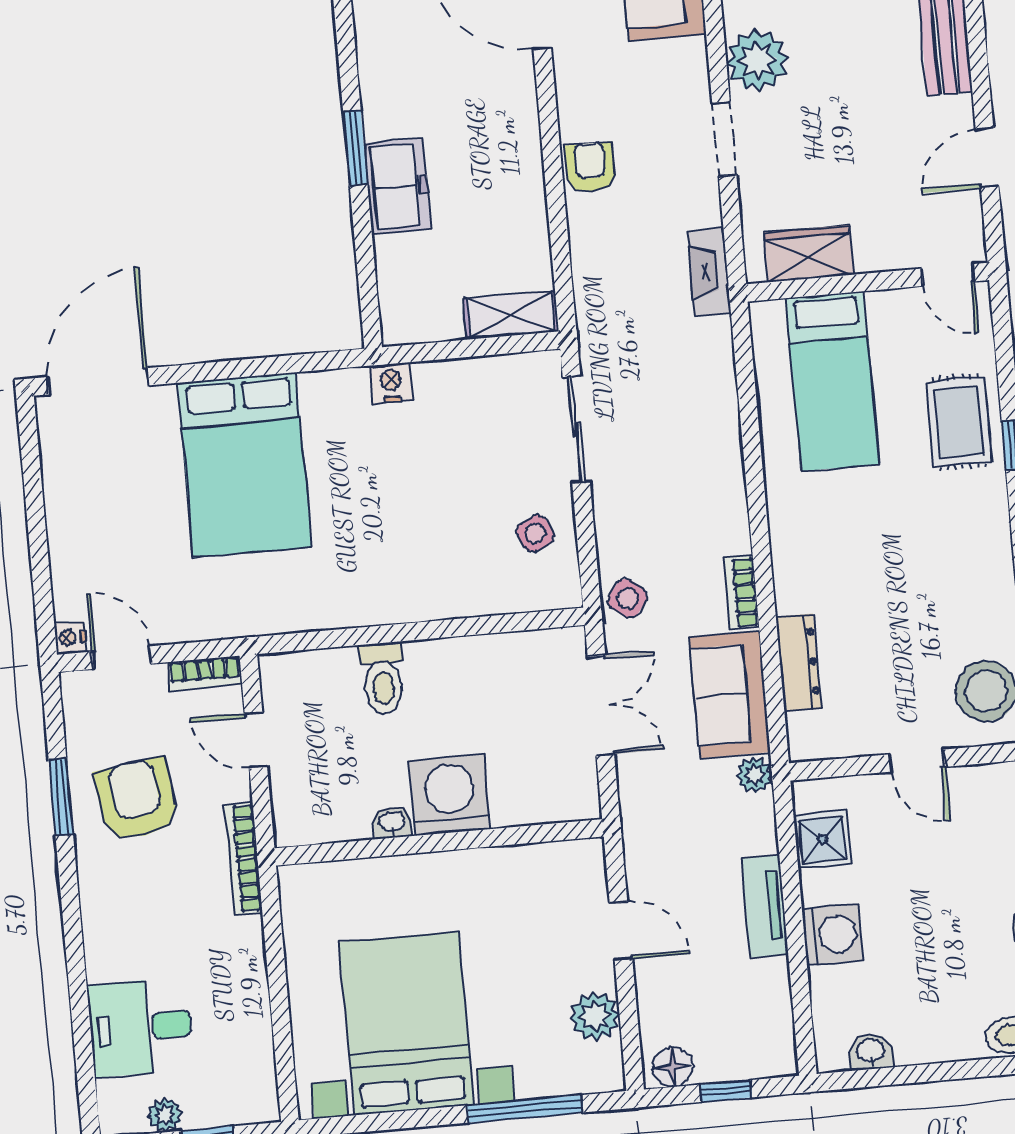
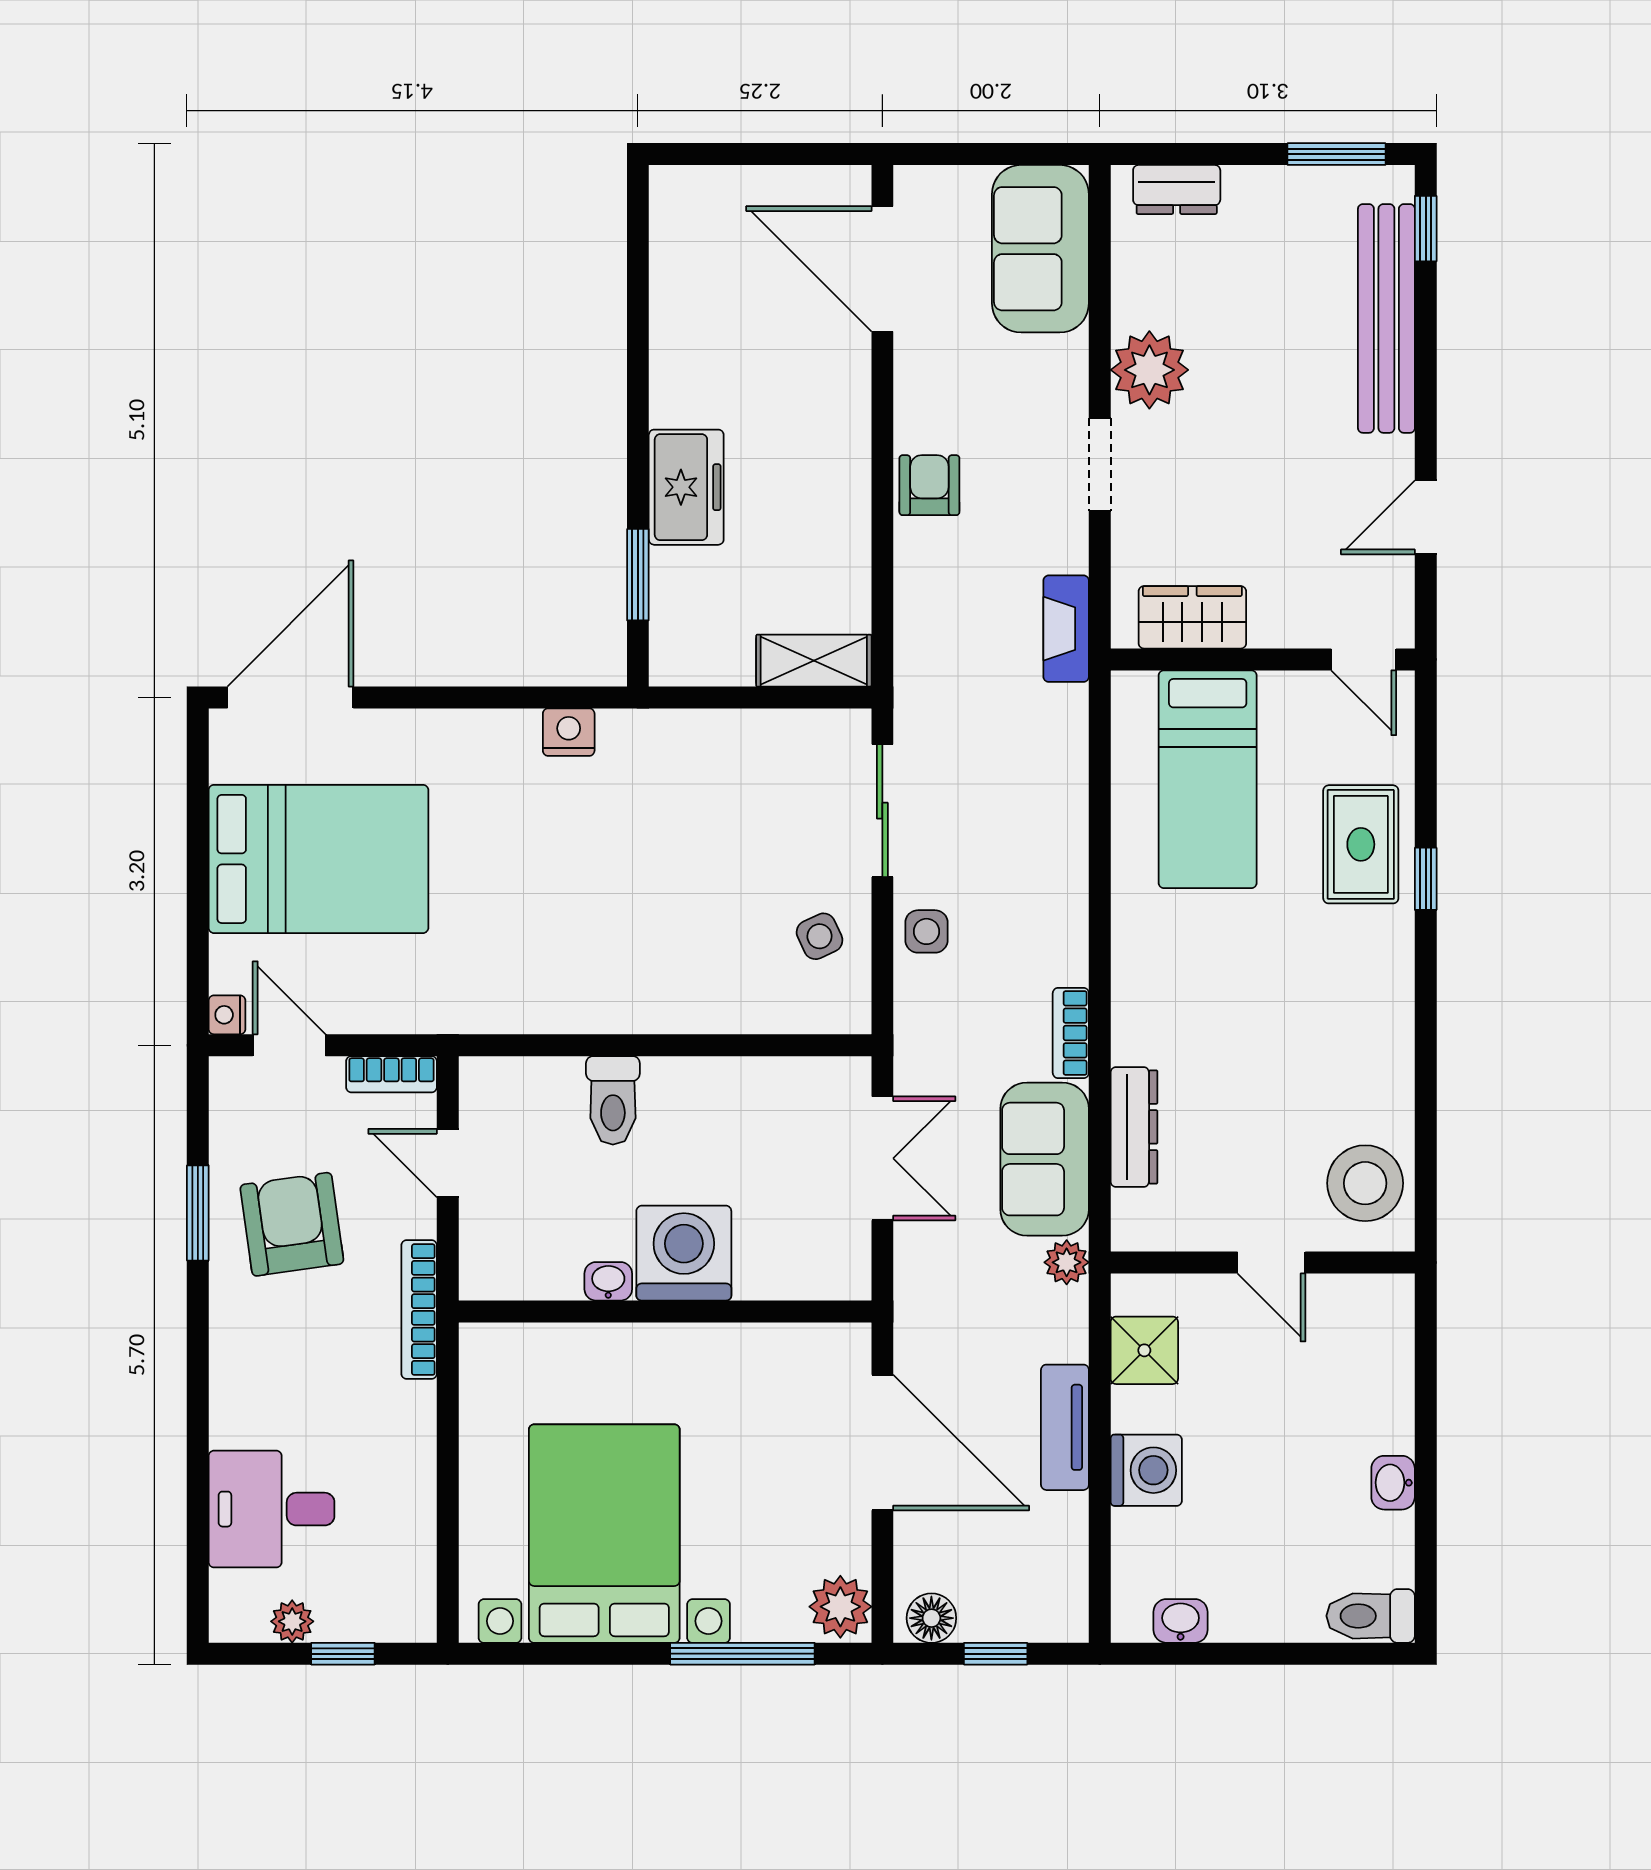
window: (355, 148) -> (638, 575), moved
nightstand: (391, 383) -> (569, 732), moved
bed: (245, 465) -> (318, 859), moved, turned -90
side table: (628, 598) -> (926, 931), moved, turned -38
door: (621, 931) -> (882, 1443), width x1.87
plant: (595, 1016) -> (840, 1607), moved

